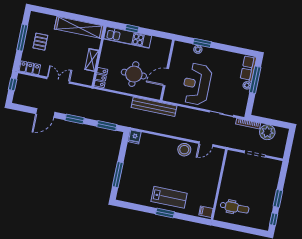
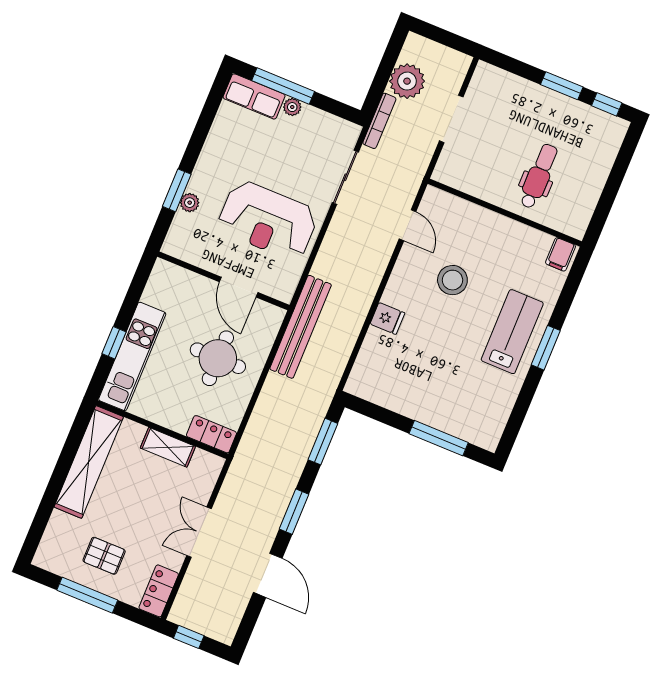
fridge: (135, 137) -> (387, 318), moved
stool: (184, 150) -> (452, 280), moved
dental chair: (235, 207) -> (539, 176), moved

